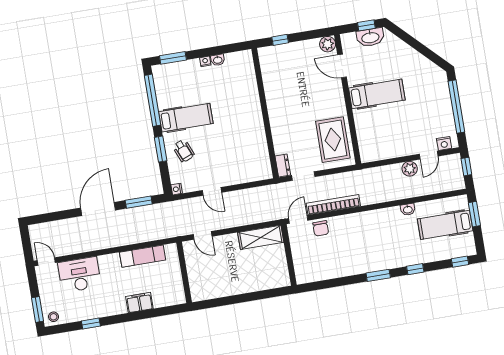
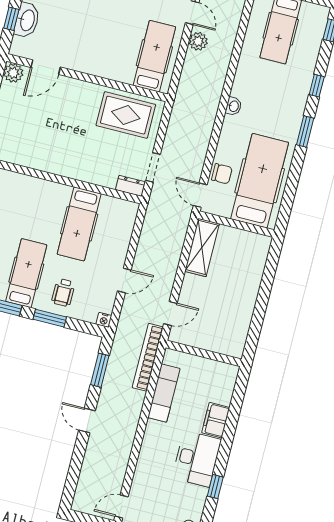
hospital bed: (377, 94) -> (154, 56), moved
hospital bed: (239, 140) -> (79, 224), added
wheelchair: (184, 151) -> (63, 293), turned 112
bookcase: (333, 205) -> (148, 357), moved
door: (98, 209) -> (87, 420), width x0.53
washbasin: (408, 209) -> (233, 106), moved
hospital bed: (328, 258) -> (260, 181), added
desk: (79, 275) -> (197, 459), moved, turned 180

